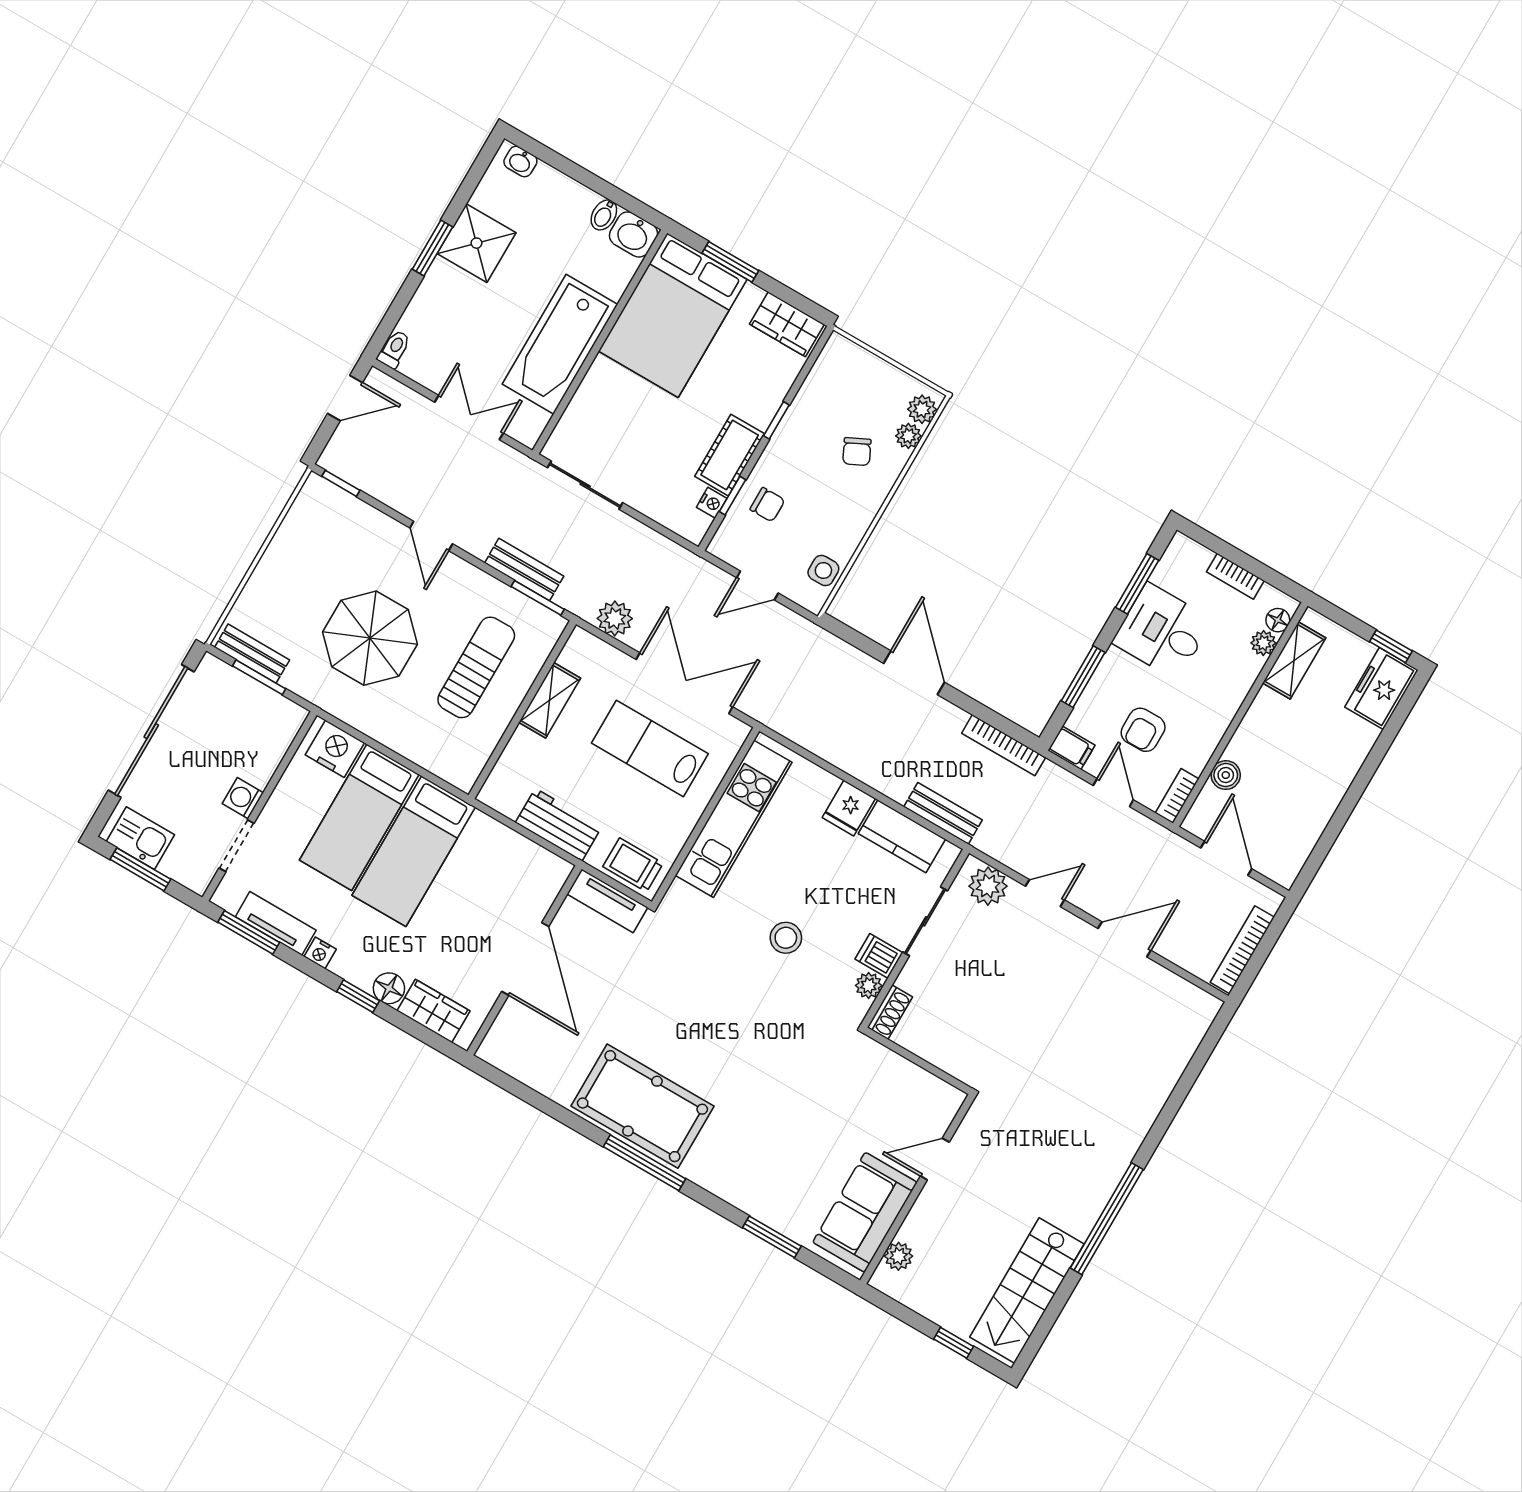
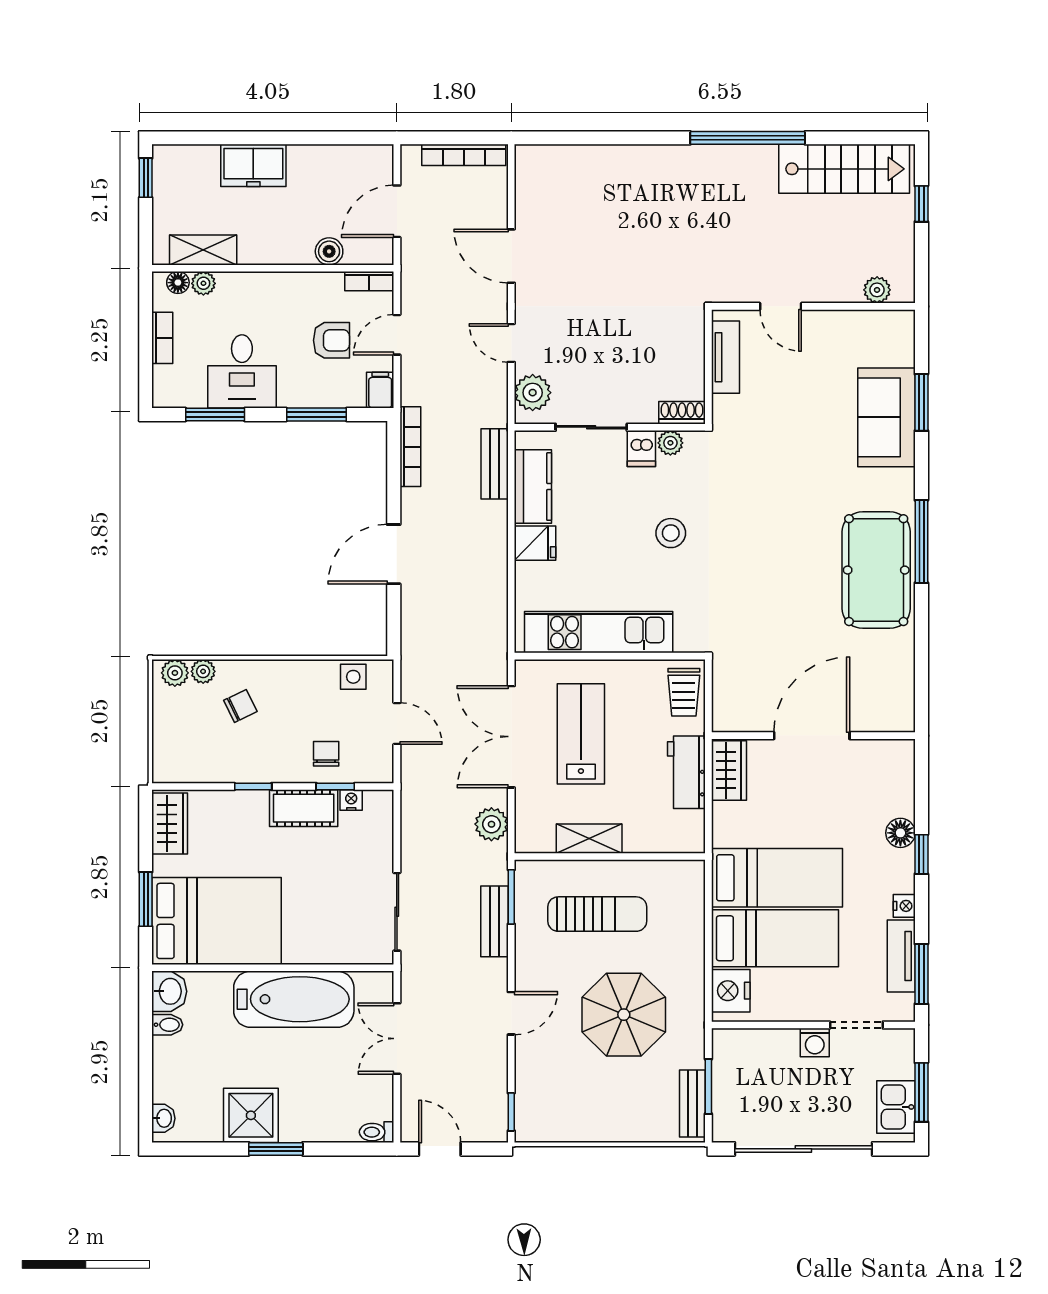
sun lounger: (476, 667) -> (597, 914), turned 180
freezer: (1381, 689) -> (253, 165), moved
lab bench: (650, 748) -> (581, 734), turned 180
tv unit: (607, 901) -> (725, 357), moved
wardrobe: (433, 1011) -> (729, 770), moved, turned 180
sofa: (865, 1212) -> (887, 417), moved, turned 90

